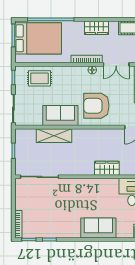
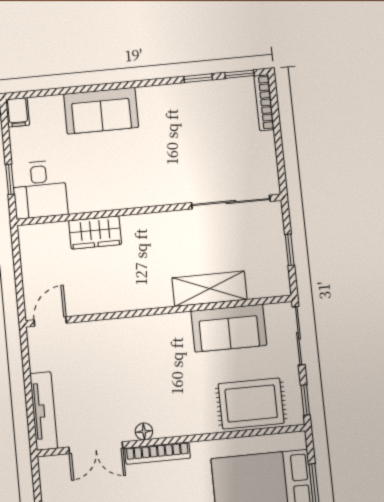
double door: (116, 64) -> (96, 448), swing flipped
rug: (40, 78) -> (251, 403), width x1.36, depth x1.43
armchair: (96, 106) -> (128, 358), removed
sofa: (60, 116) -> (229, 328), moved

